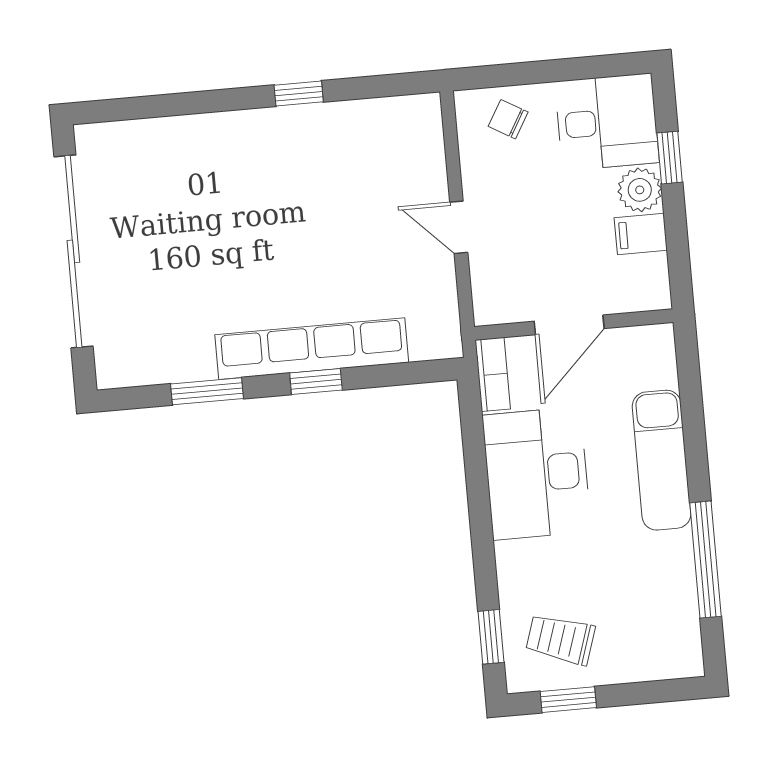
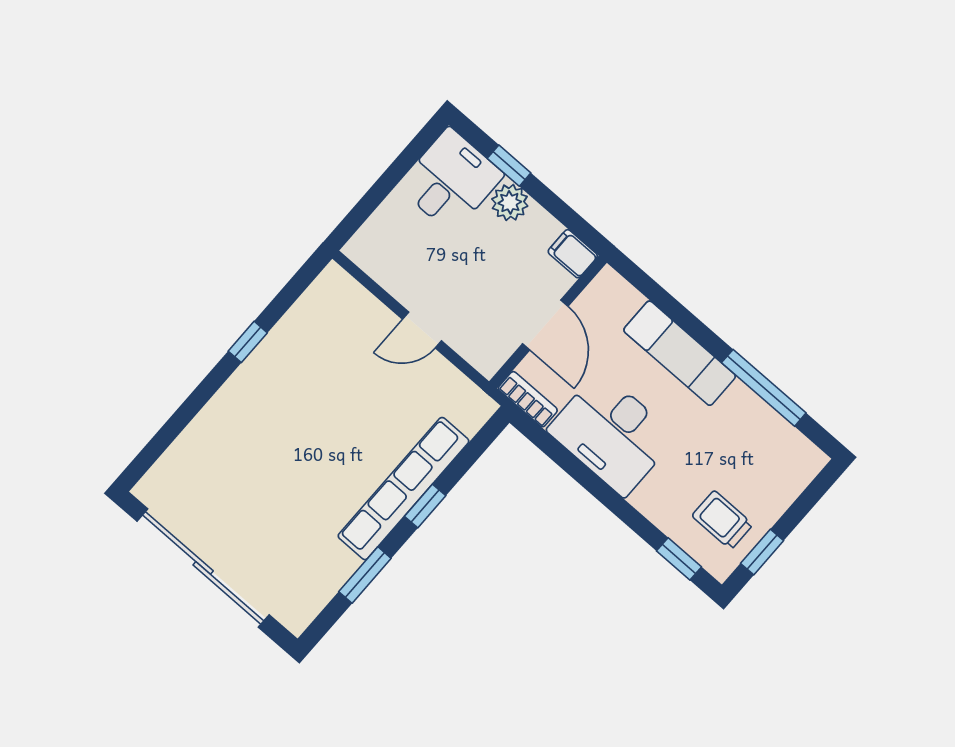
chair: (508, 119) -> (389, 236), removed
filing cabinet: (641, 234) -> (573, 254), moved, turned 90
trolley: (561, 639) -> (722, 520), turned 72

